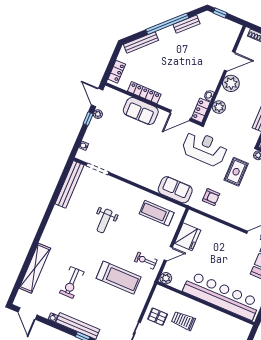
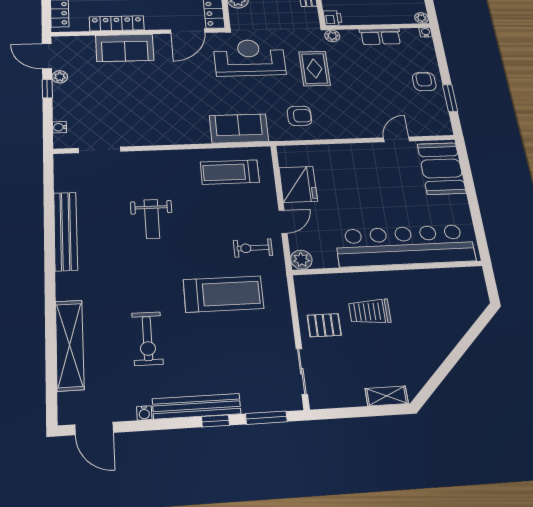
bench: (70, 184) -> (66, 231), moved

